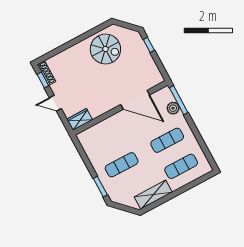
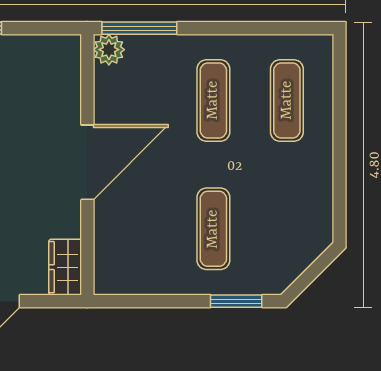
door: (135, 100) -> (87, 162), moved
plant: (173, 108) -> (109, 50), moved
shelving: (153, 195) -> (316, 195), removed

